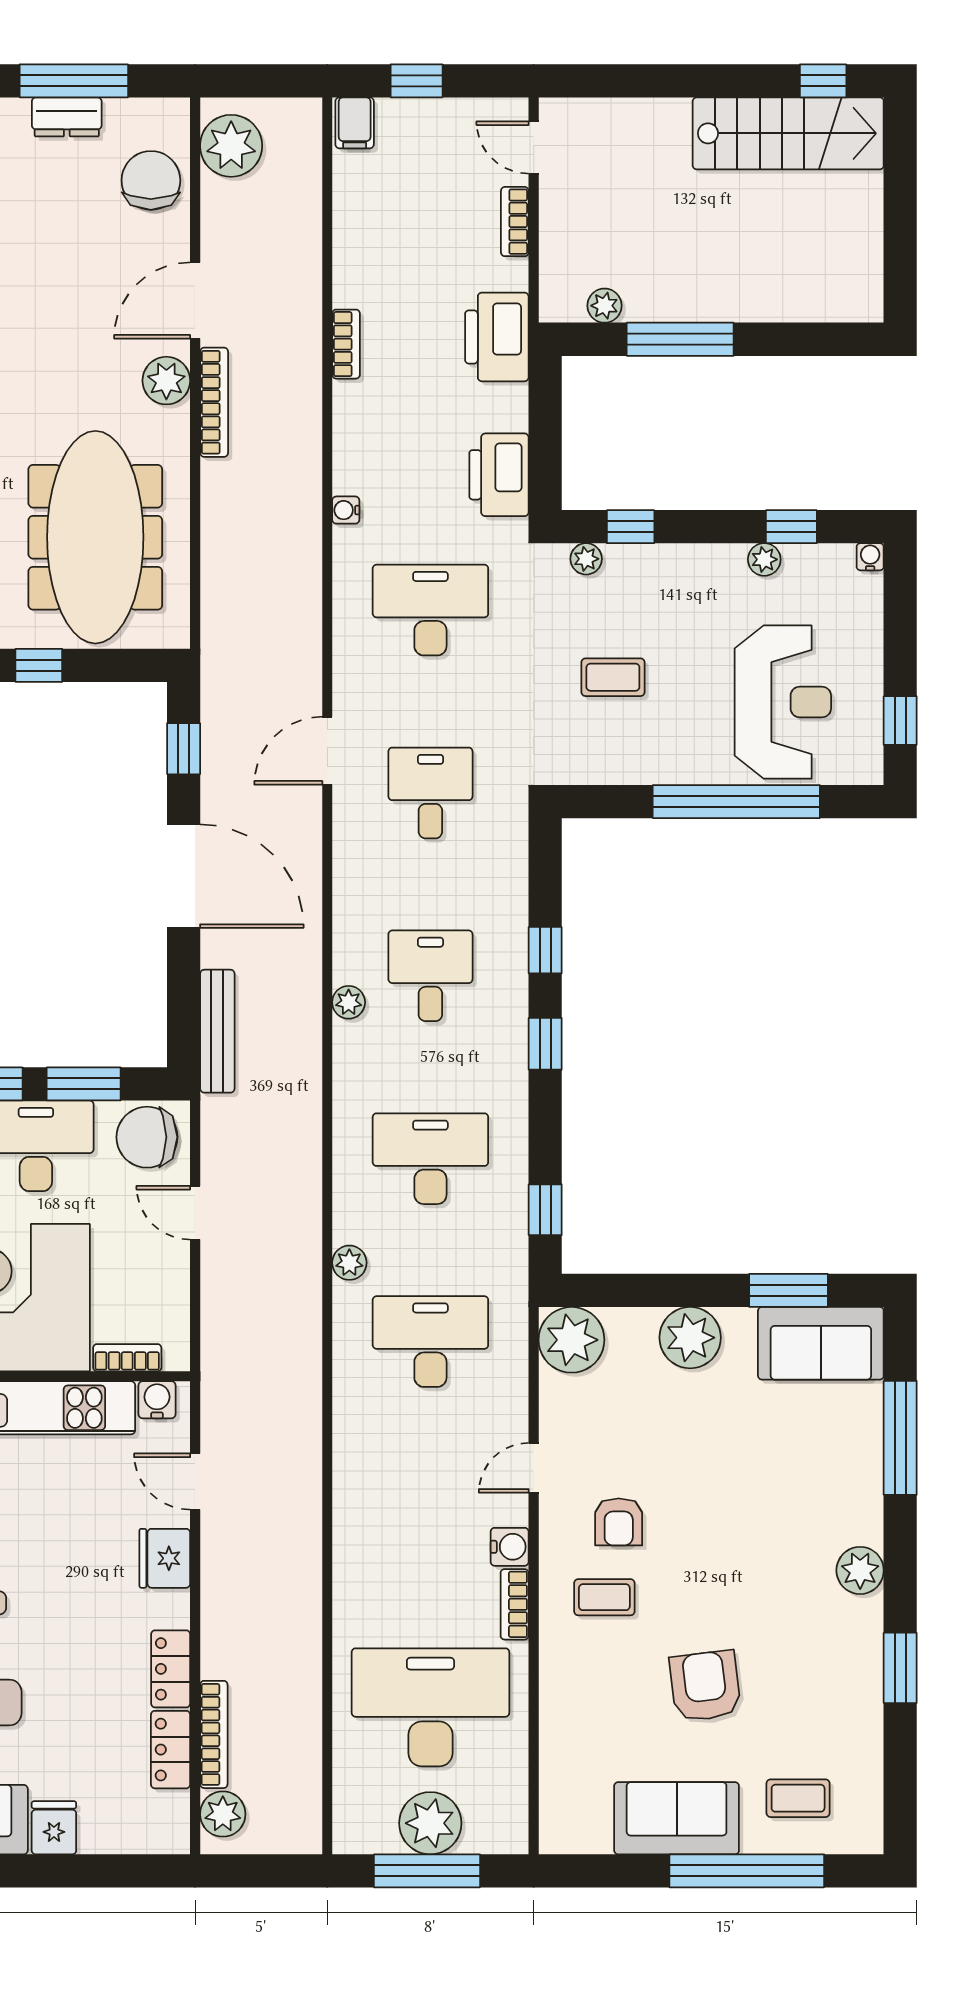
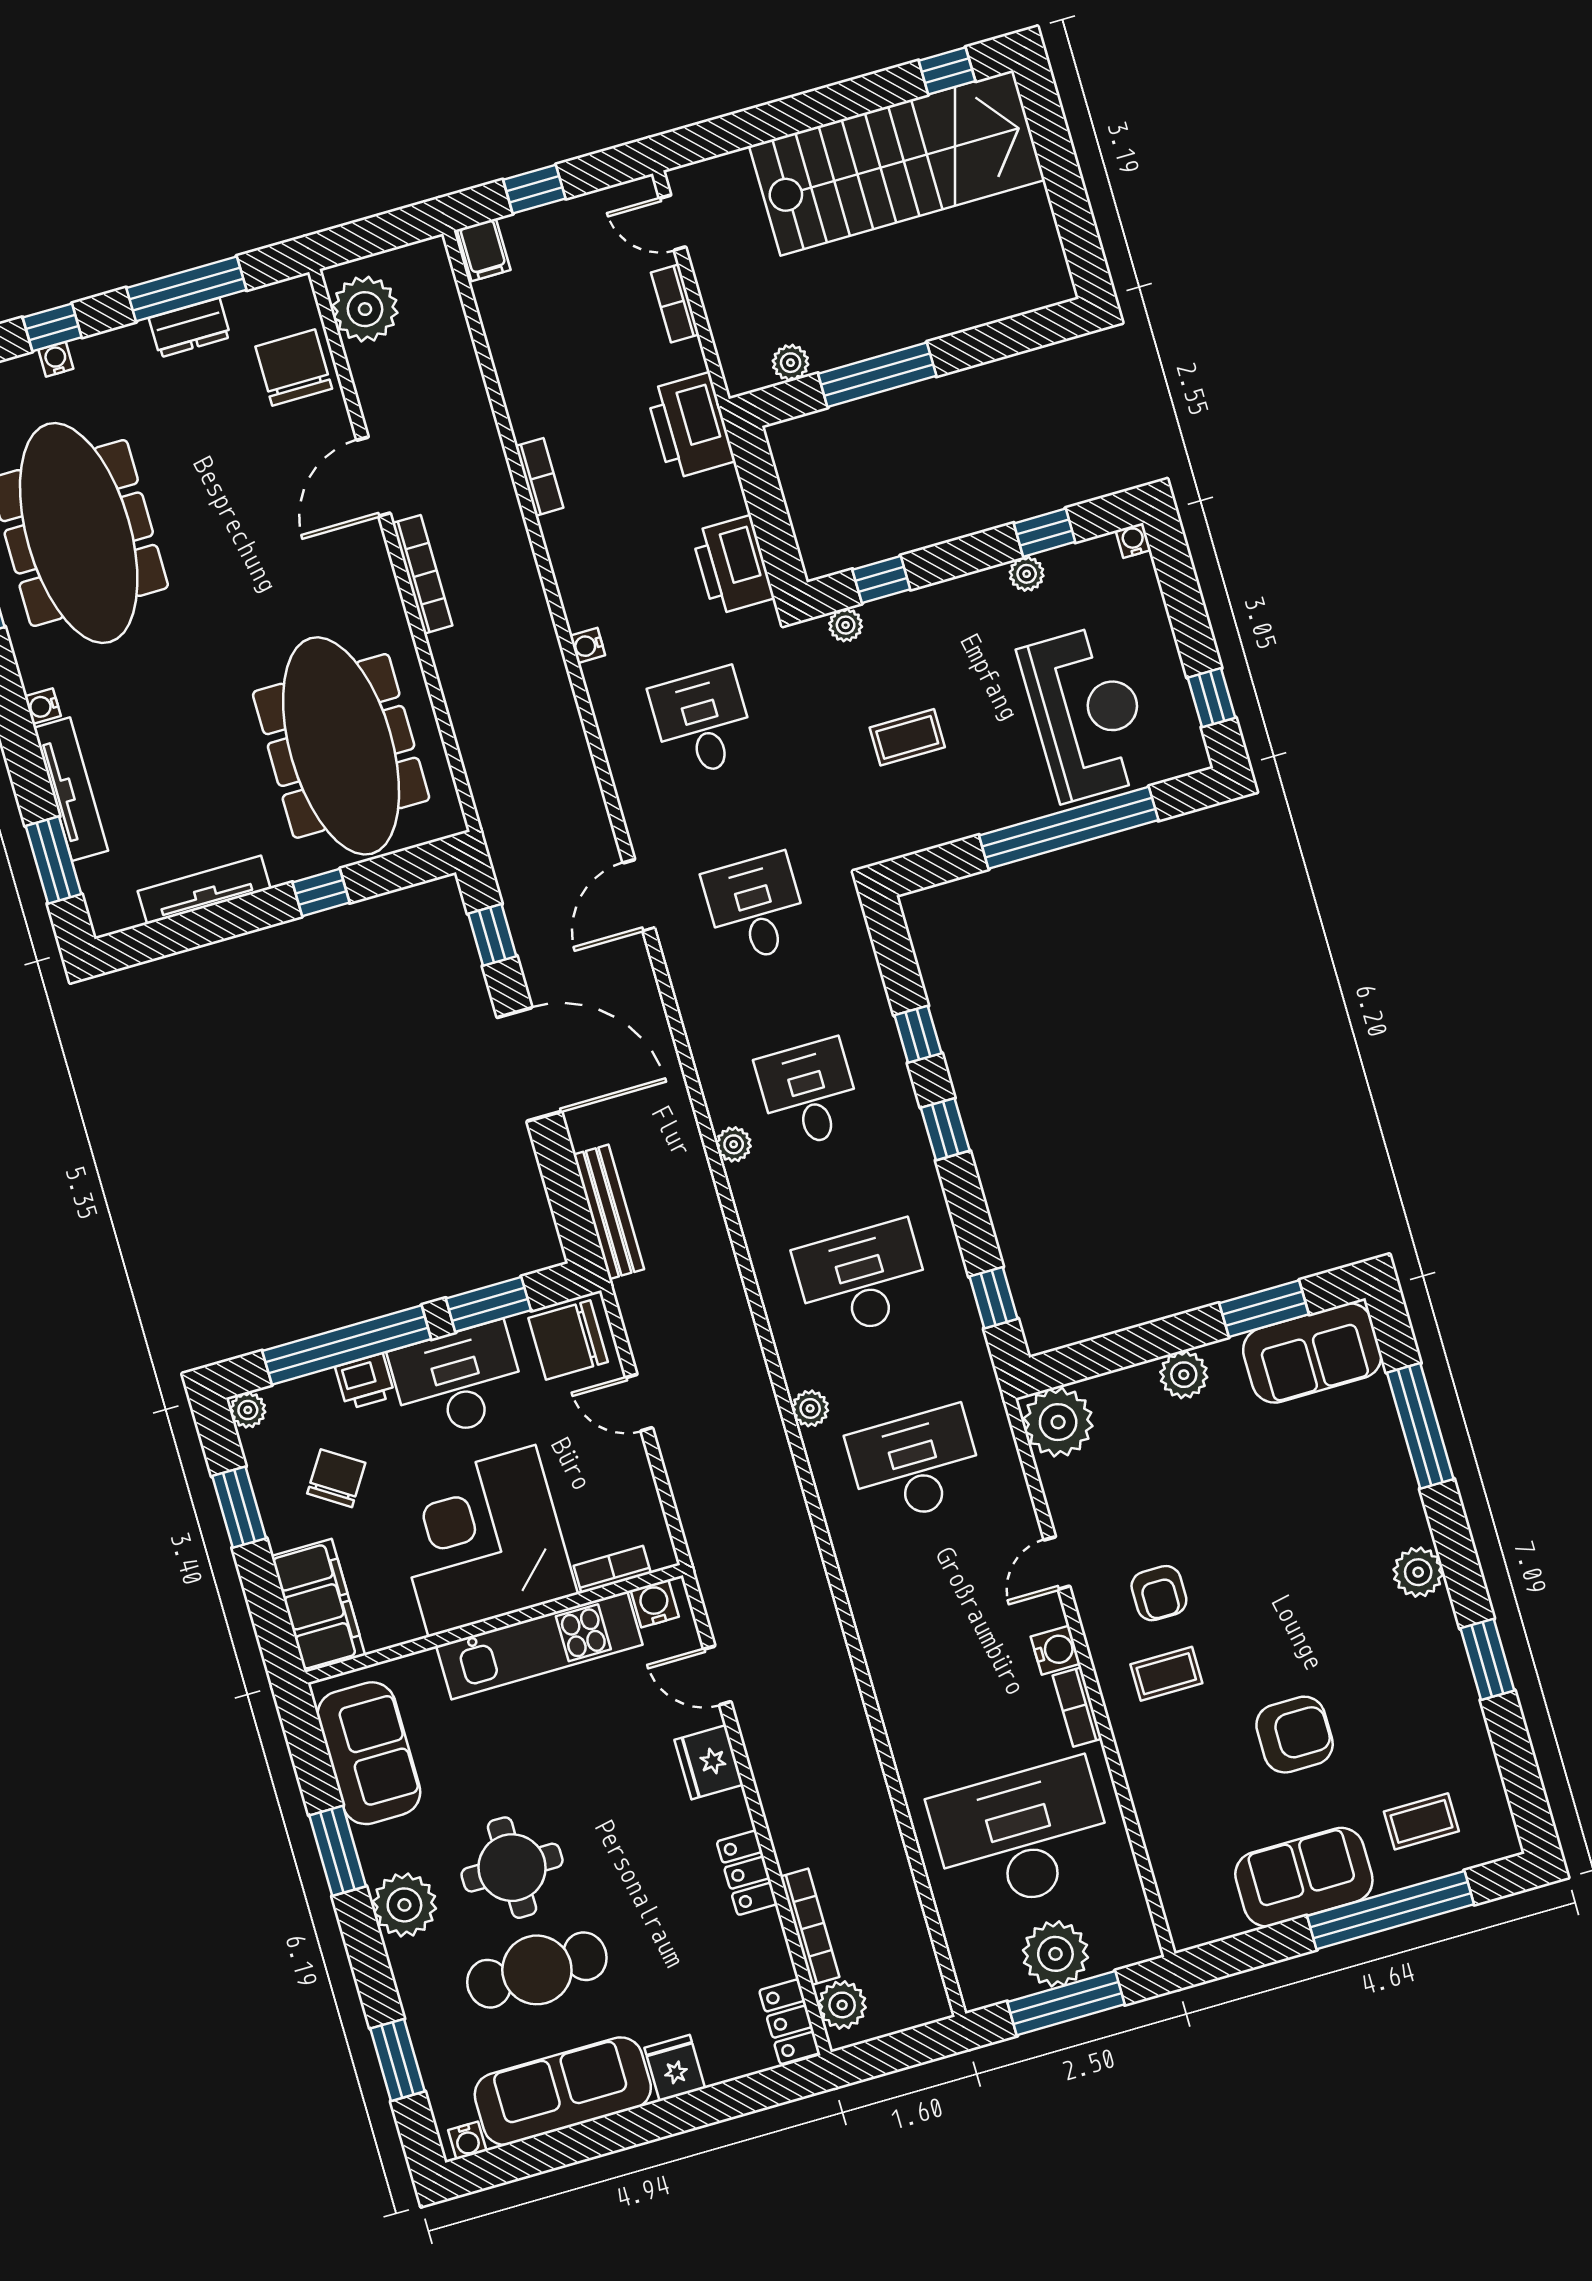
stairs: (788, 133) -> (897, 163), width x1.36, depth x1.51
plant: (166, 381) -> (368, 566), removed
desk: (430, 610) -> (702, 722), width x0.73
plant: (690, 1338) -> (1184, 1375), width x0.73, depth x0.73
armchair: (705, 1686) -> (1295, 1735), turned 97
locker: (171, 1750) -> (790, 2022), moved

